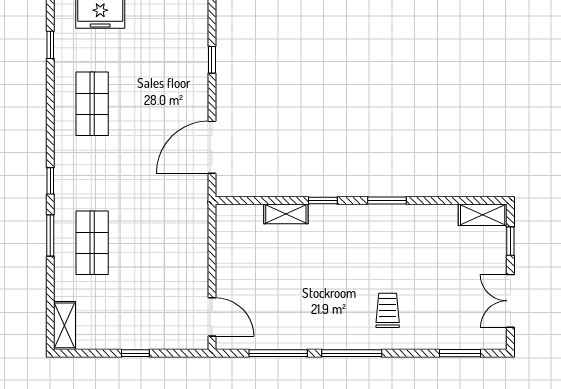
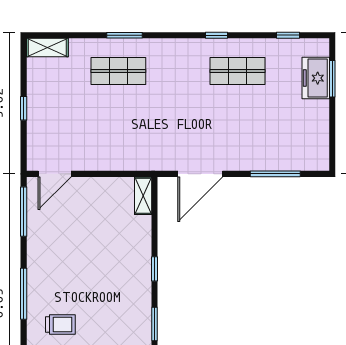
window: (212, 60) -> (275, 174), width x2.17
door: (212, 147) -> (200, 174), swing flipped
window: (50, 181) -> (217, 35), moved
shelving: (286, 214) -> (143, 196), moved
window: (278, 353) -> (24, 212), moved

